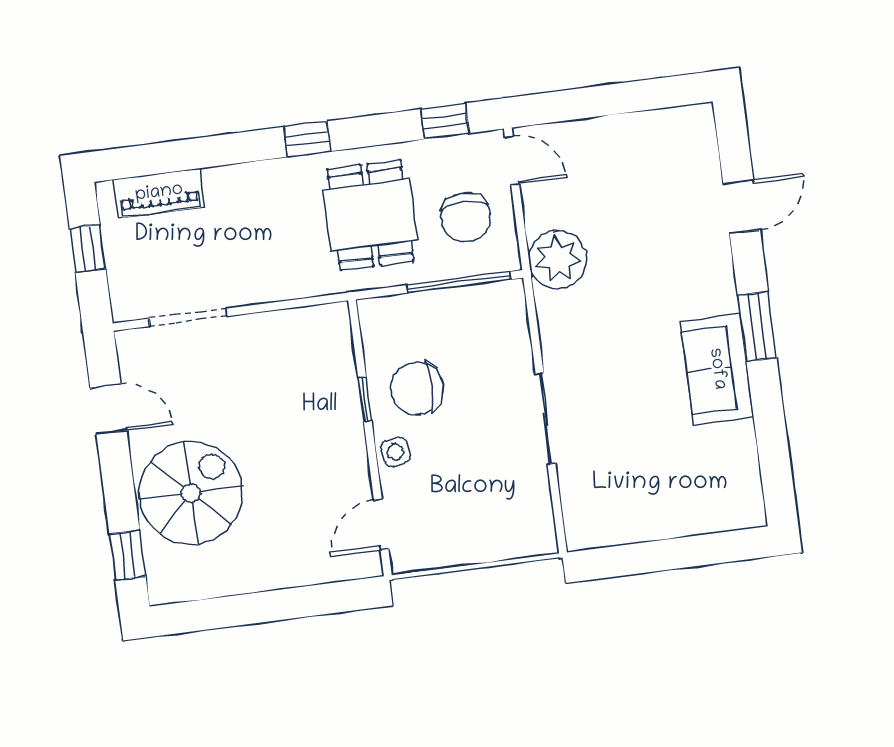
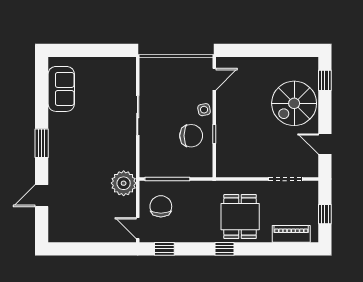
dining table: (370, 215) -> (240, 217), moved
sofa: (717, 369) -> (61, 89), moved

